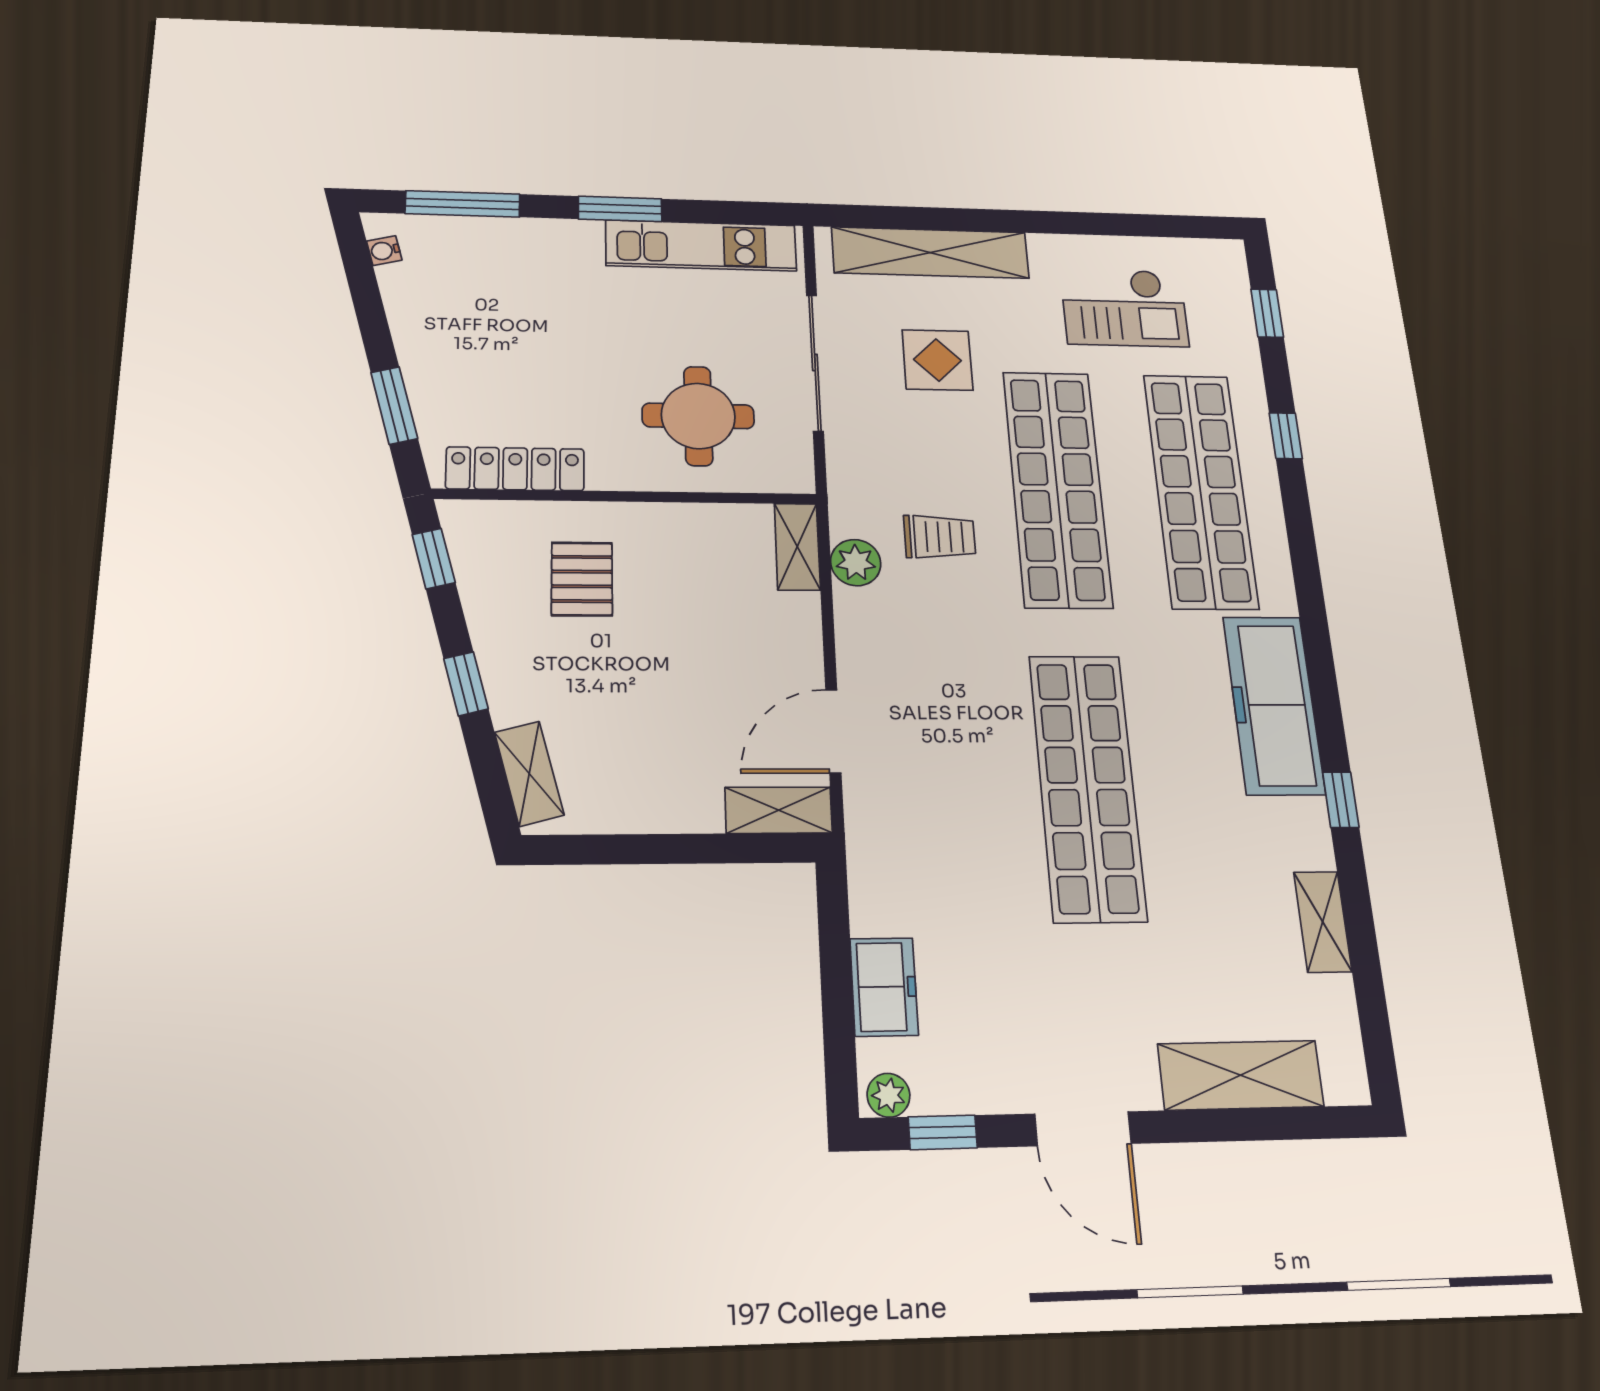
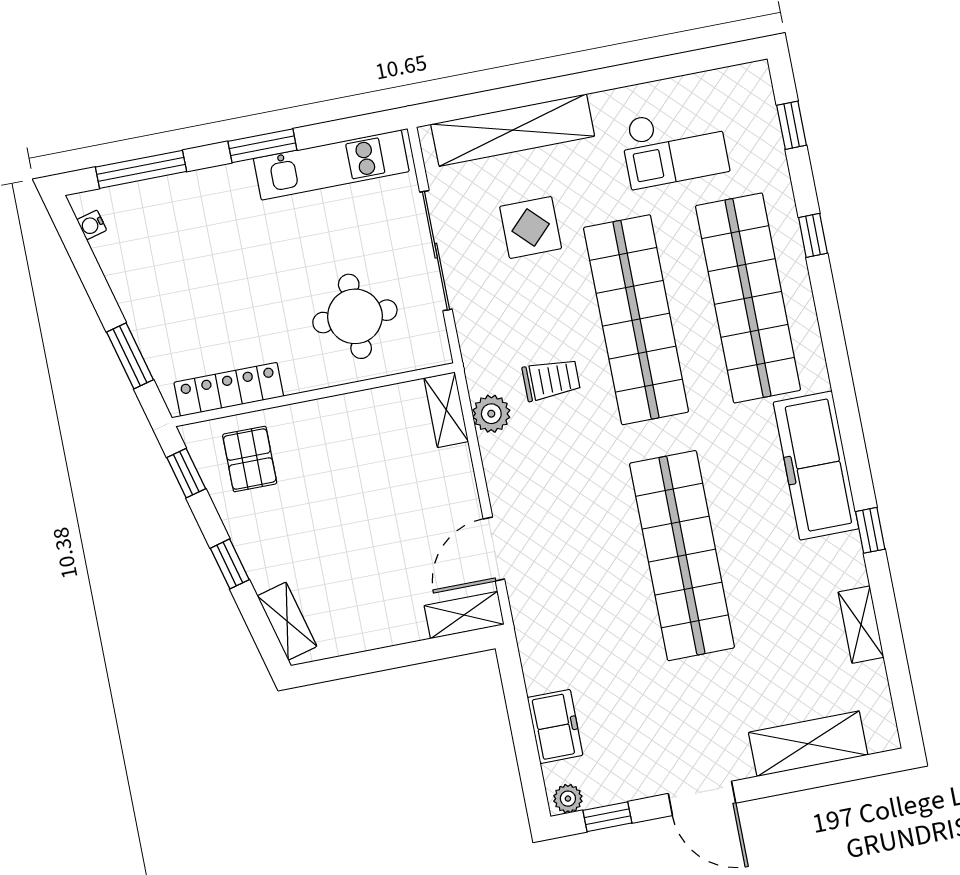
pallet: (582, 579) -> (250, 459), moved

